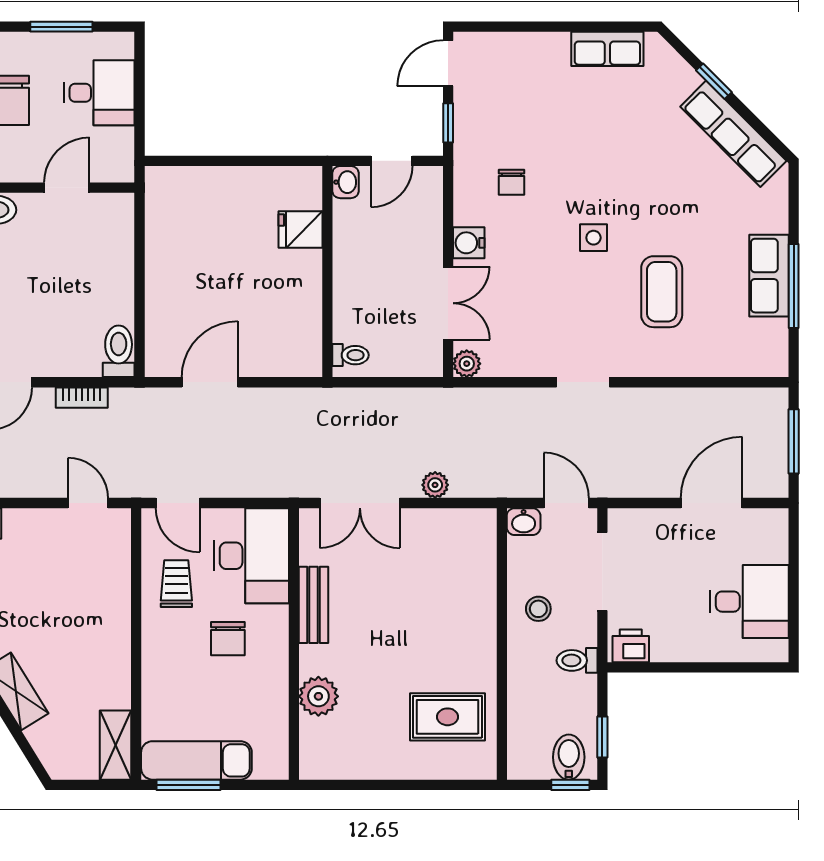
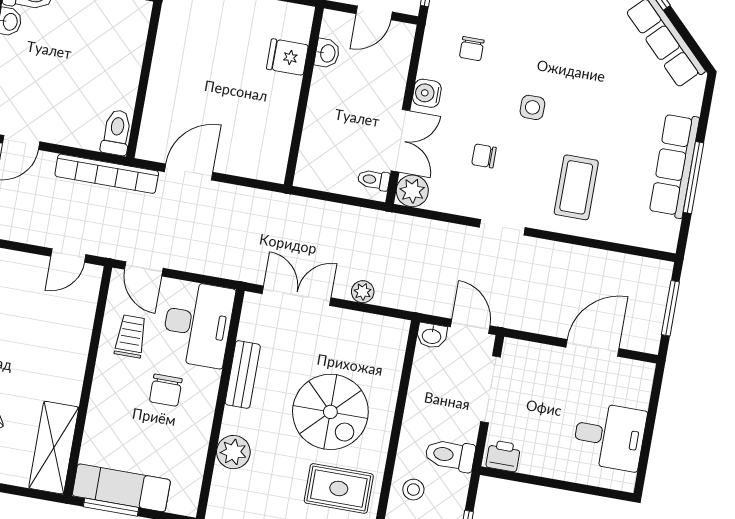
washbasin: (345, 182) -> (327, 53), moved
row of seats: (769, 276) -> (674, 165), width x1.48
coffee table: (662, 292) -> (576, 187), moved
chair: (547, 304) -> (484, 156), added
toilet: (350, 355) -> (374, 180), moved, turned 180
plant: (467, 364) -> (412, 191), width x1.38, depth x1.38
bookcase: (82, 398) -> (107, 174), width x2.31, depth x1.31
door: (88, 503) -> (68, 255), swing flipped
double door: (360, 503) -> (297, 296), swing flipped
stool: (538, 609) -> (413, 490), moved
spiral stairs: (422, 630) -> (330, 412), added
toilet: (577, 660) -> (450, 455), width x1.37, depth x1.39
shelving: (115, 745) -> (54, 448), width x1.50, depth x1.33

